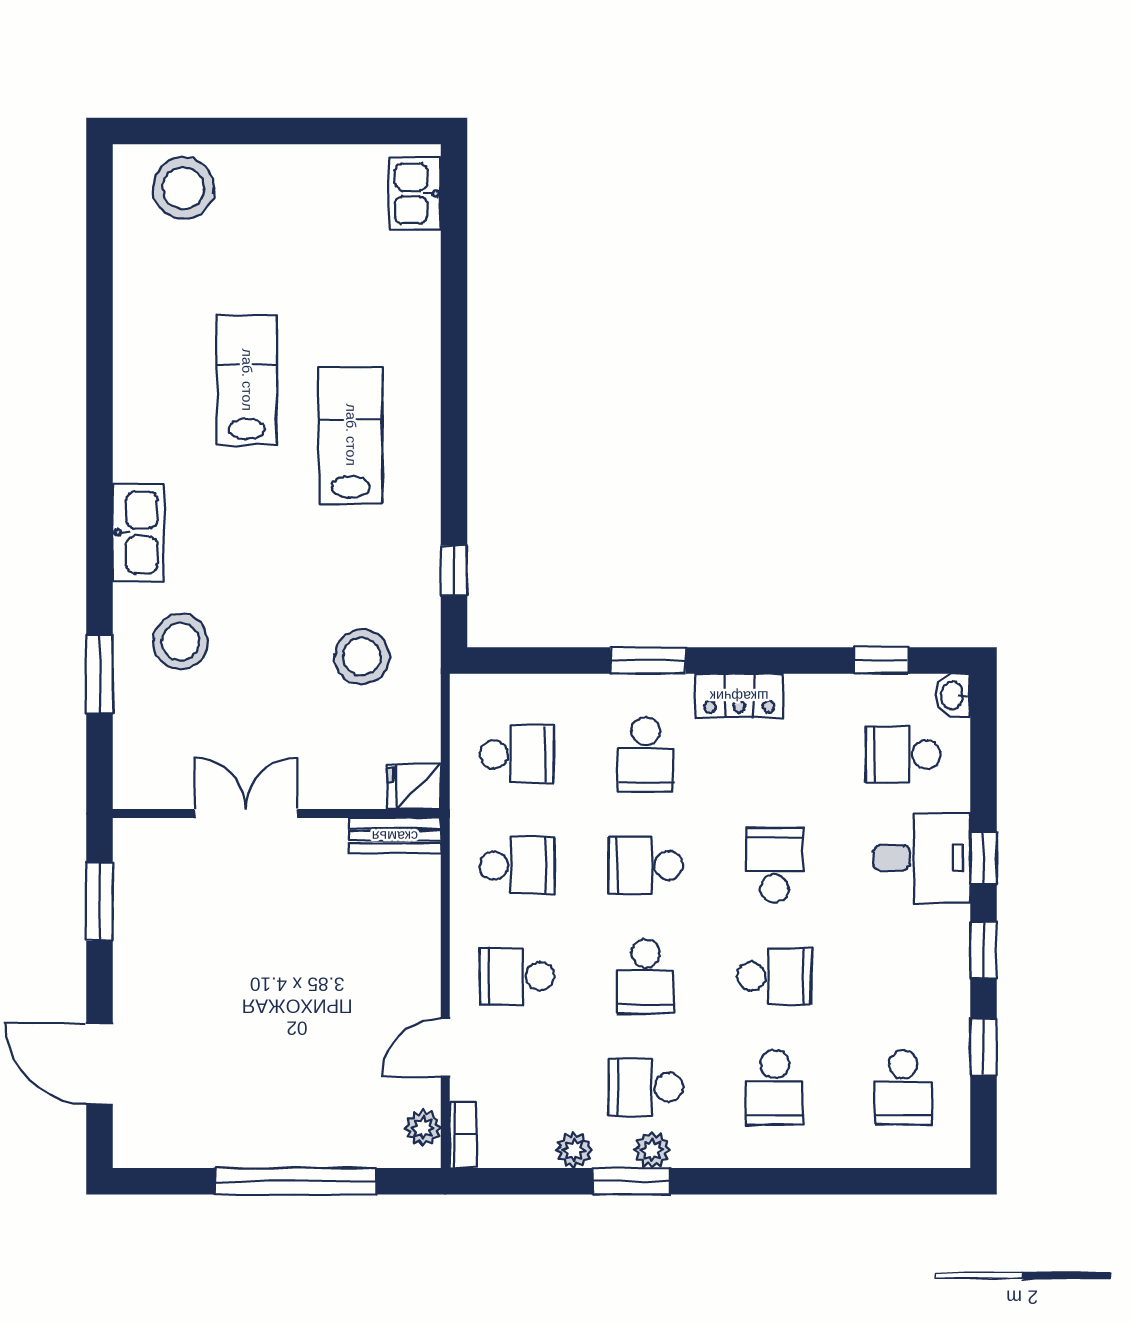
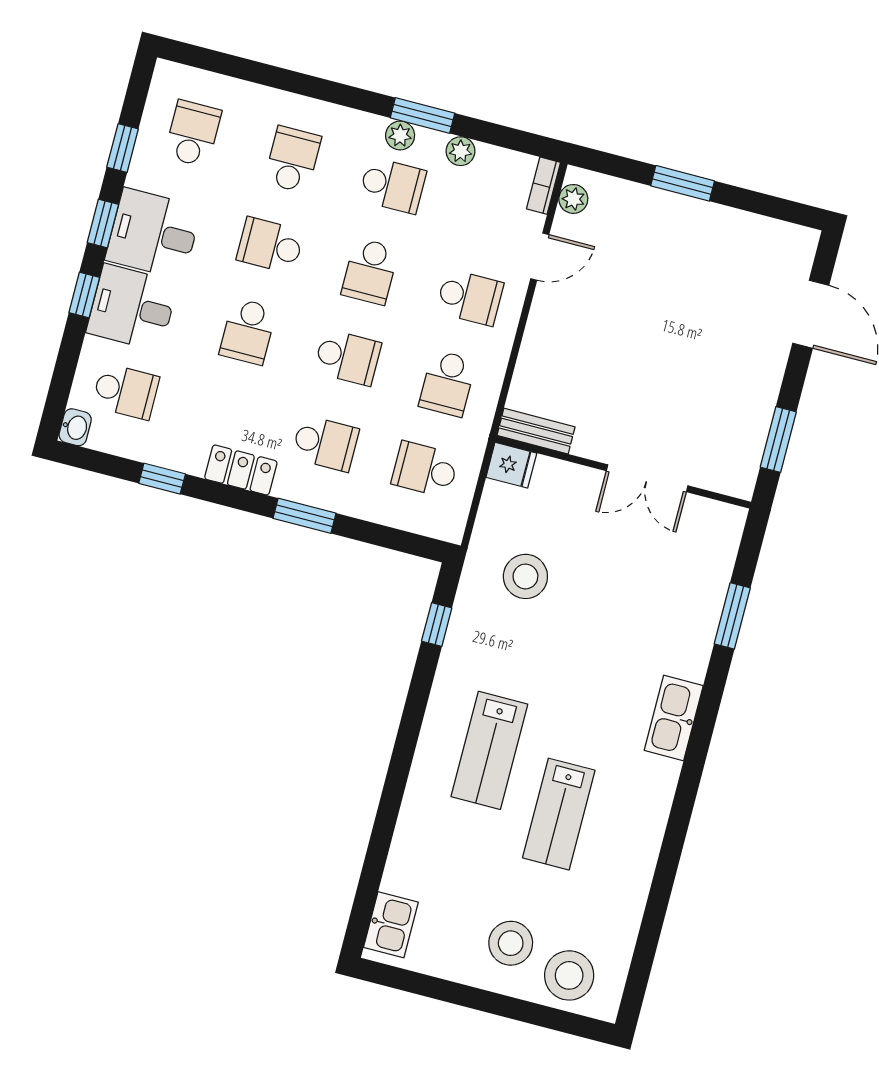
stool: (181, 642) -> (511, 943), moved
window: (881, 660) -> (162, 479), moved
school desk: (646, 754) -> (325, 443), turned 90
school desk: (517, 865) -> (447, 383), turned -90
desk: (919, 954) -> (153, 234), added
school desk: (646, 976) -> (370, 271), turned 180
window: (296, 1181) -> (683, 183), width x0.47

